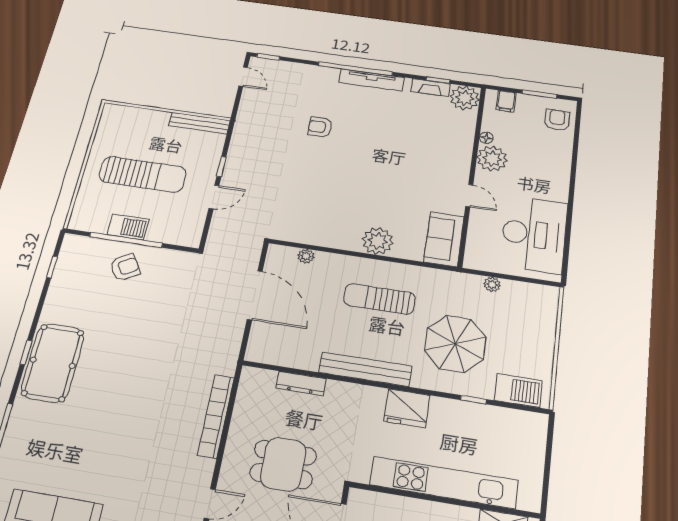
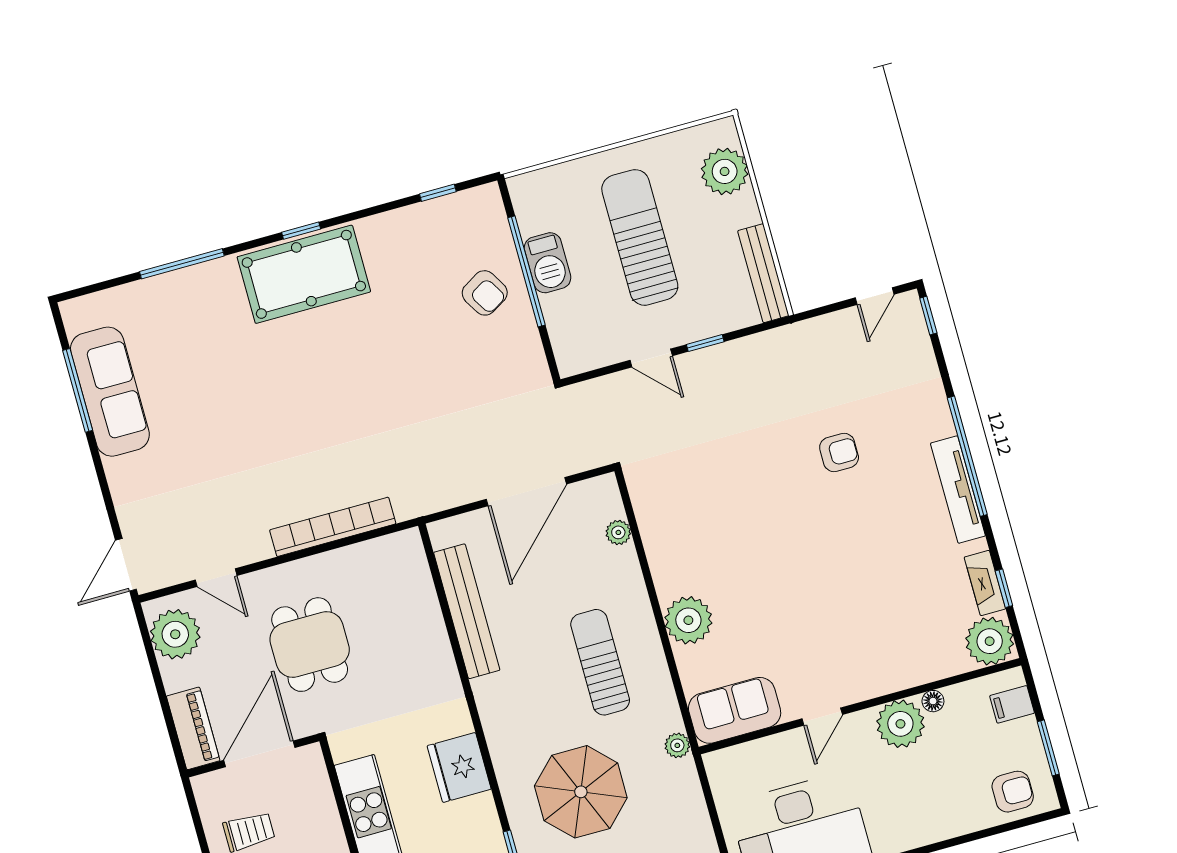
plant: (132, 119) -> (725, 171), added
armchair: (320, 127) -> (839, 452), turned 90
sun lounger: (143, 174) -> (640, 237), turned 180
plant: (492, 284) -> (677, 745), moved
bench: (365, 369) -> (467, 611), moved
dresser: (301, 383) -> (429, 615), removed

